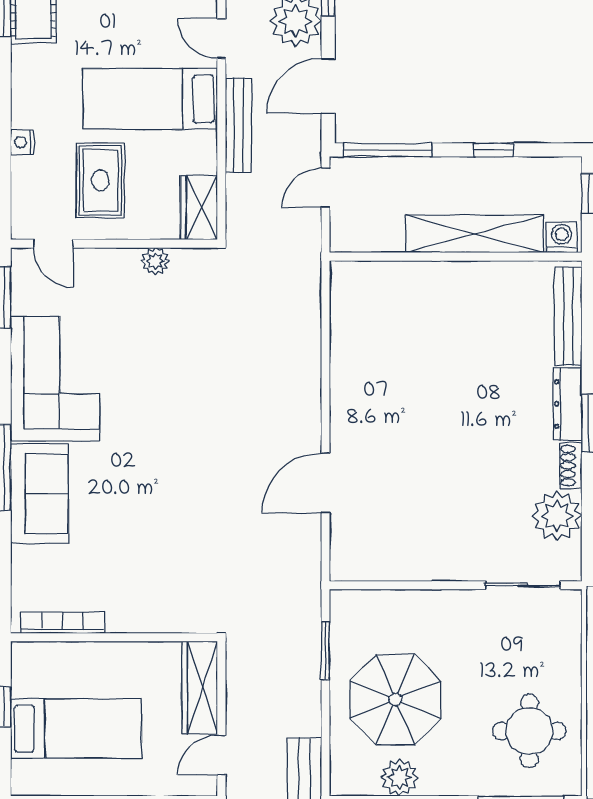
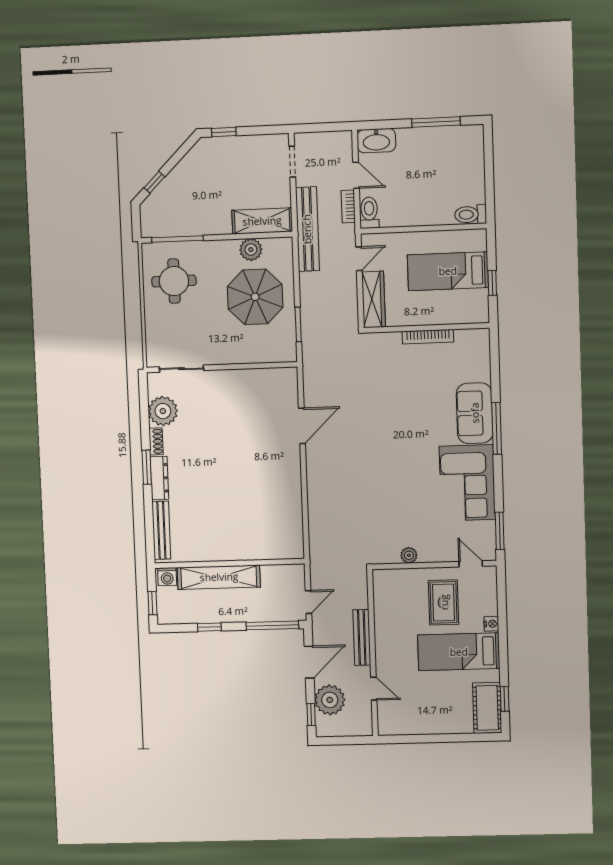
bed: (150, 99) -> (459, 652), moved, turned 180
wardrobe: (199, 208) -> (384, 588), removed
bookcase: (63, 623) -> (428, 337), moved

